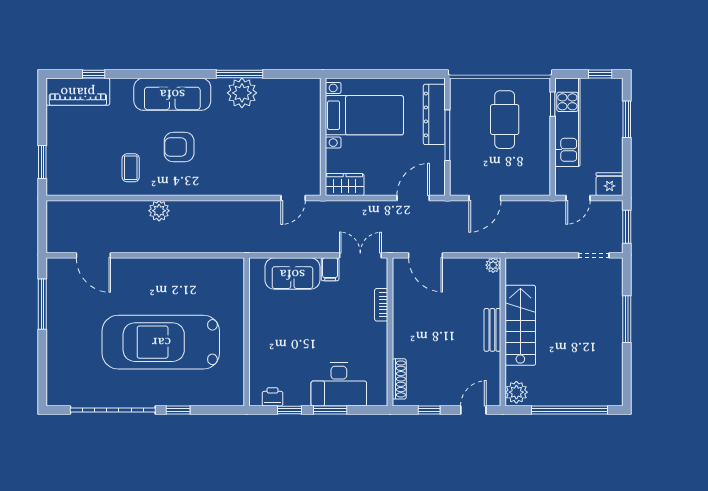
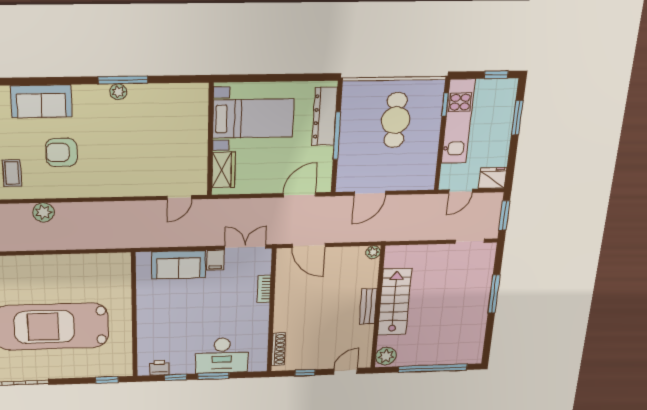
plant: (242, 93) -> (118, 92), width x0.53, depth x0.53
sofa: (172, 94) -> (41, 101), width x0.73
wardrobe: (345, 185) -> (223, 170), moved, turned 90
window: (178, 410) -> (107, 380), moved

